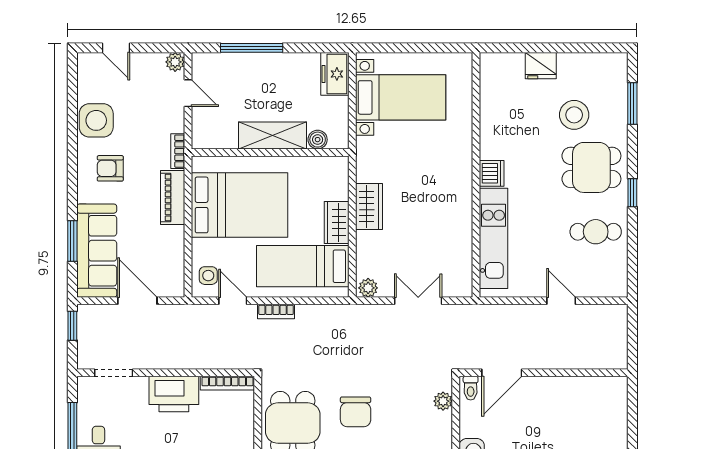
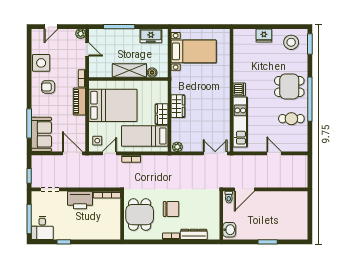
door: (116, 48) -> (51, 27), hinge flipped
freezer: (335, 74) -> (151, 36), moved, turned -90
window: (632, 103) -> (310, 44), moved
stool: (574, 115) -> (291, 42), moved
window: (632, 193) -> (310, 99), width x3.17
window: (72, 241) -> (29, 123), width x1.44
sofa: (97, 251) -> (41, 134), width x0.73
door: (137, 301) -> (72, 153), moved
door: (233, 301) -> (110, 153), hinge flipped
double door: (418, 301) -> (215, 153), moved
window: (72, 326) -> (29, 176), moved
plant: (443, 401) -> (215, 204), removed
chair: (356, 412) -> (171, 209), turned -90

